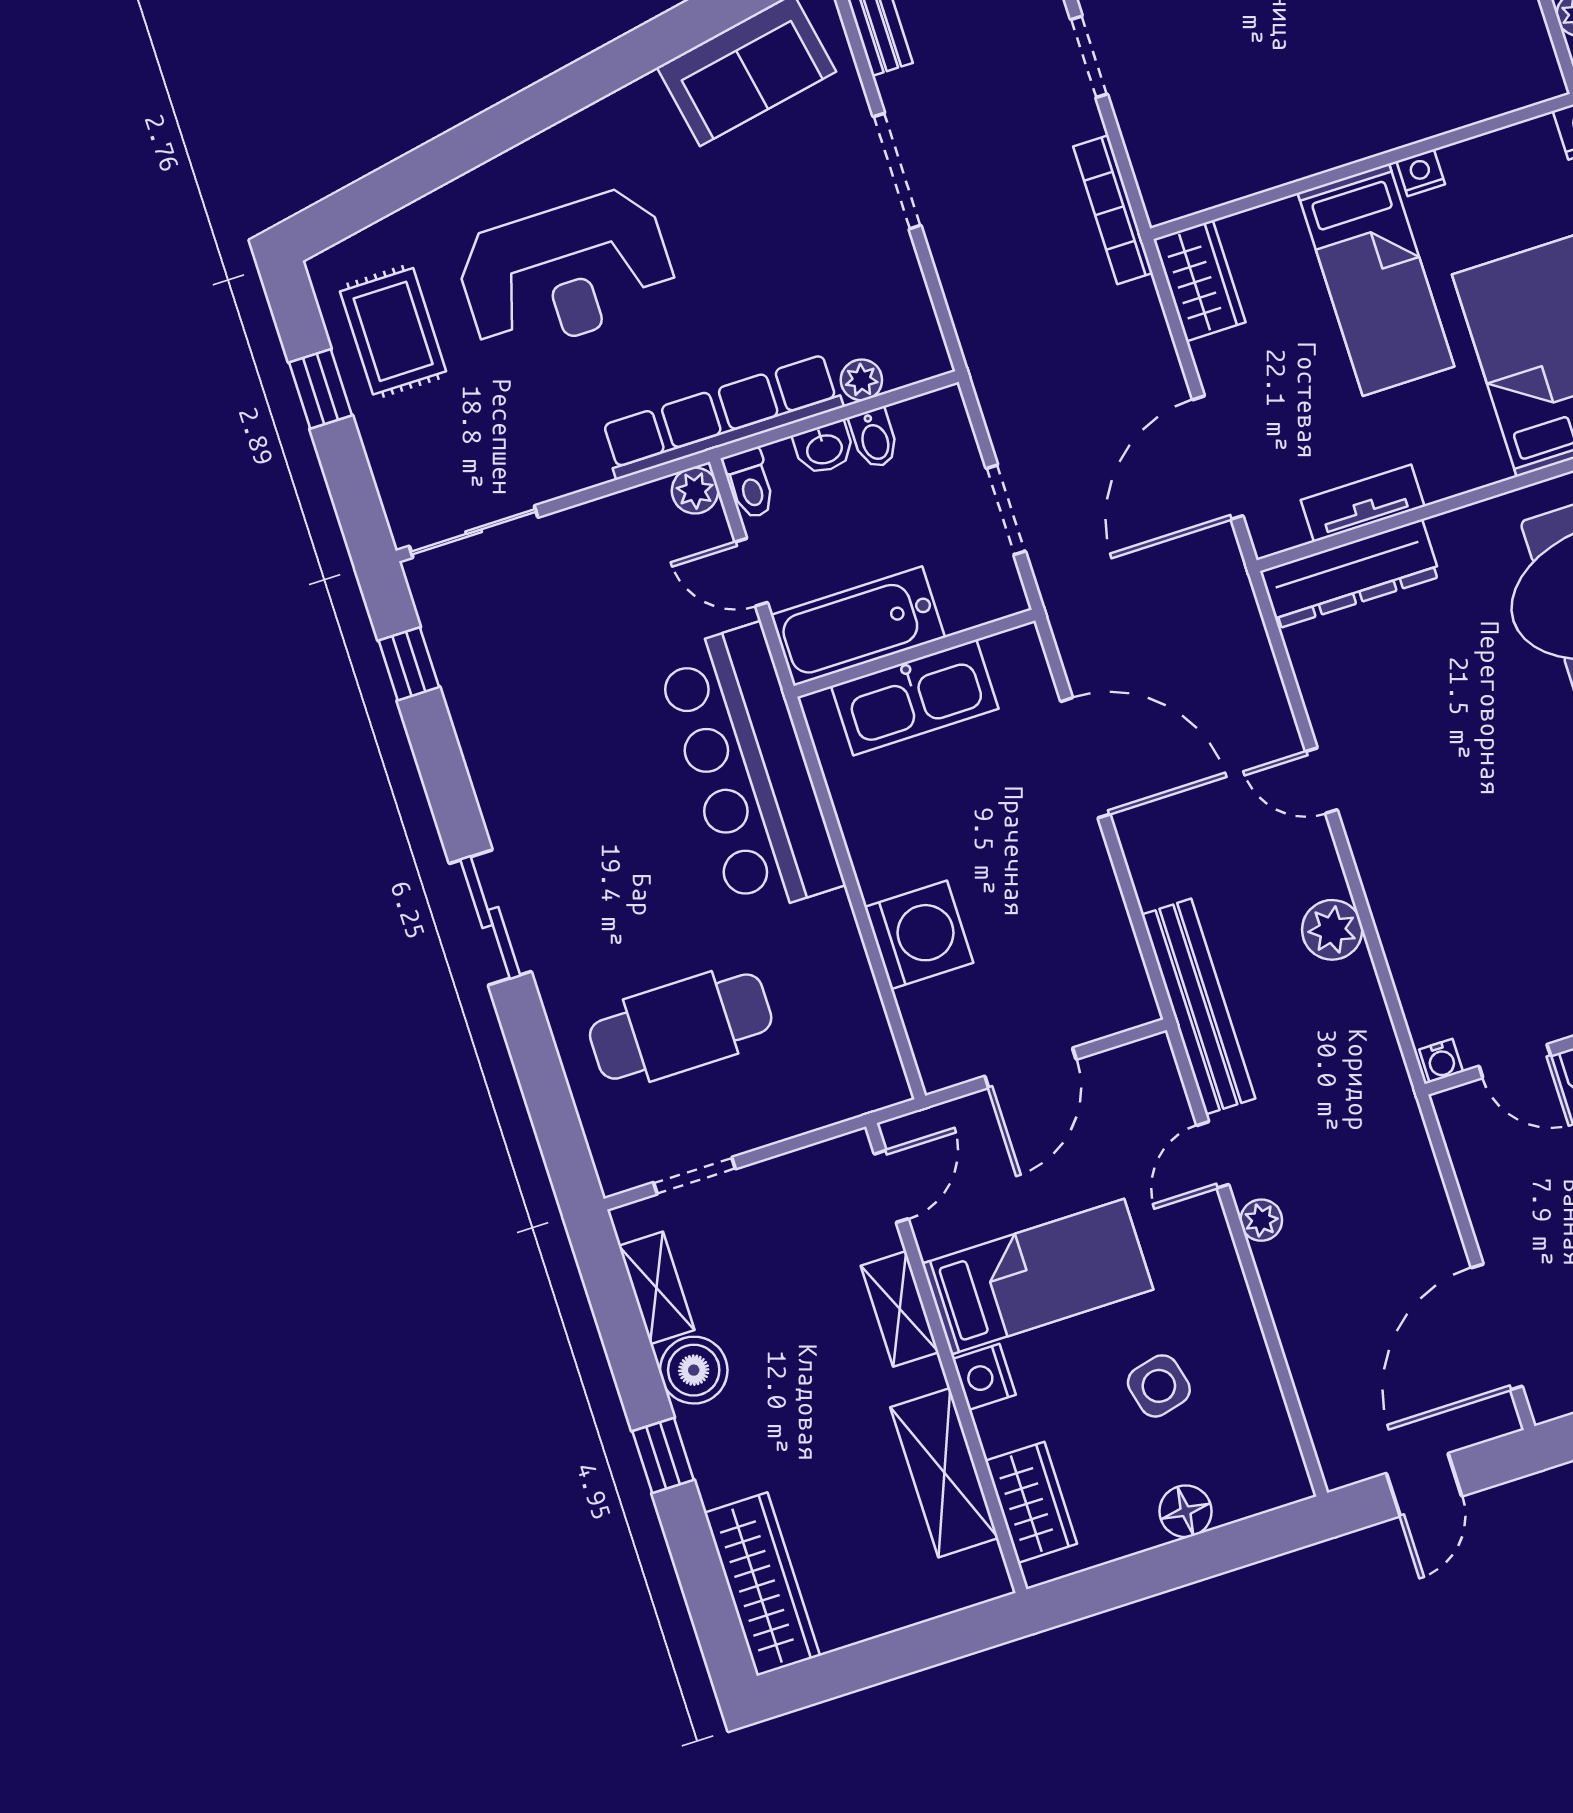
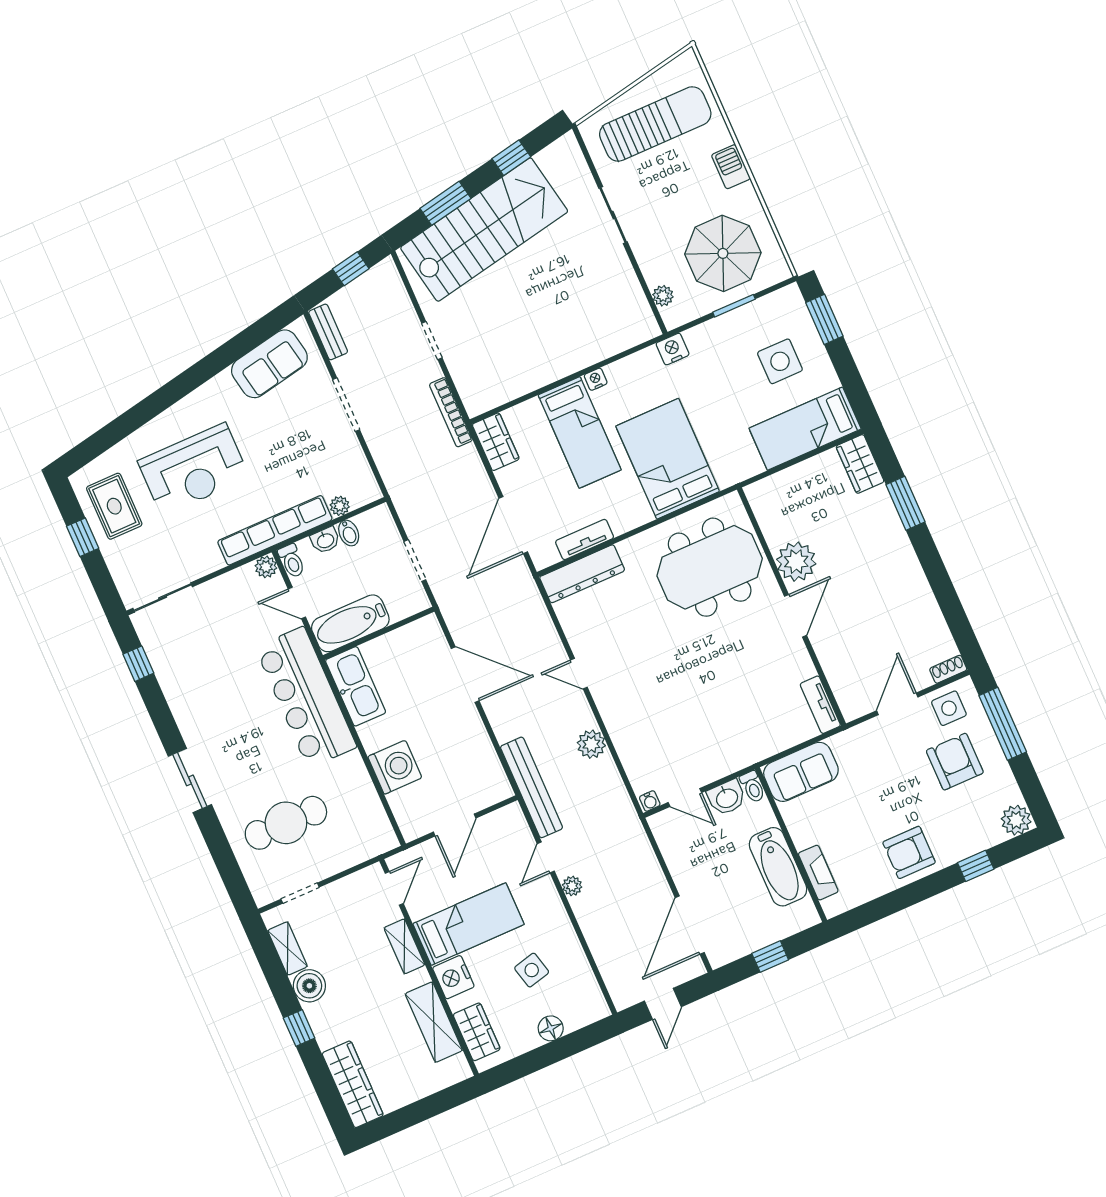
kitchen sink: (915, 697) -> (356, 686), moved, turned -90
nightstand: (984, 1377) -> (453, 977), width x1.36, depth x1.33

